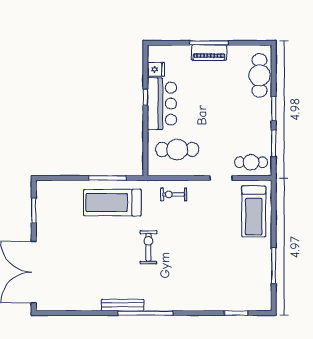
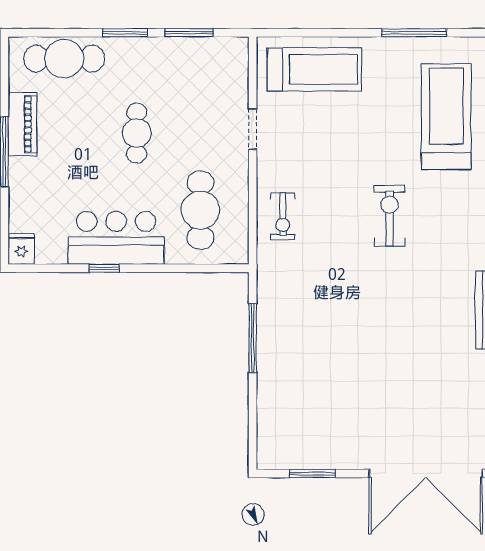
piano: (209, 53) -> (22, 124), moved
fridge: (156, 69) -> (21, 249), moved
cafe table: (251, 162) -> (137, 133), moved
treadmill: (112, 203) -> (446, 117), moved, turned 180
exercise bike: (148, 247) -> (390, 216), moved, turned 90

